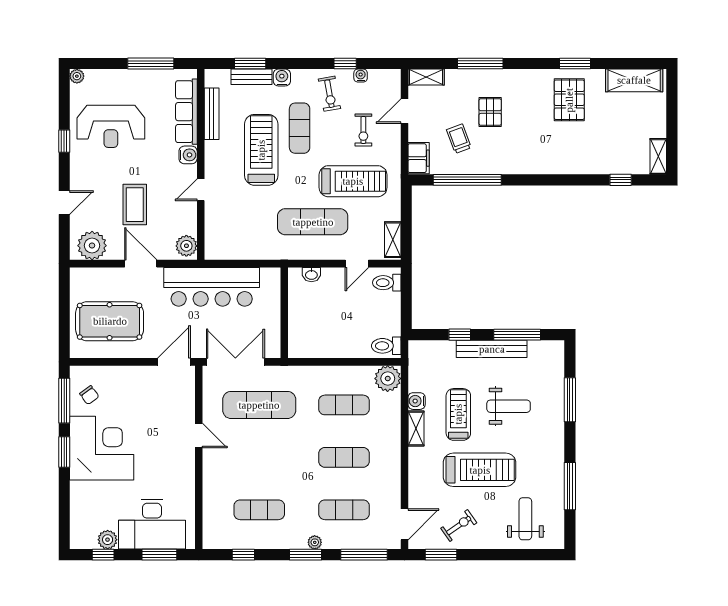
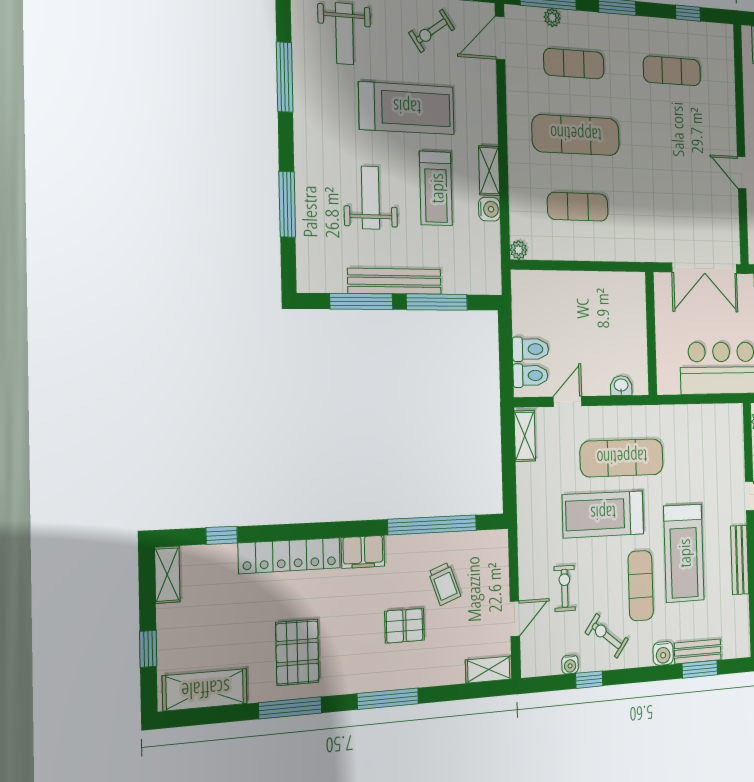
window: (480, 64) -> (388, 699), moved
window: (575, 64) -> (290, 708), width x1.44
exercise bike: (329, 94) -> (607, 636), turned -42
window: (672, 110) -> (148, 649), added
pallet: (490, 112) -> (405, 626), turned 90
bench: (212, 114) -> (740, 560), moved
filing cabinet: (419, 158) -> (363, 552), moved, turned -90
locker: (573, 164) -> (290, 556), added
treadmill: (353, 181) -> (603, 514), moved
window: (460, 335) -> (437, 302), width x2.17
toilet: (386, 346) -> (530, 349), moved
plant: (388, 379) -> (519, 250), width x0.53, depth x0.53
exercise mat: (259, 405) -> (676, 210), removed
weight bench: (509, 406) -> (370, 198), turned 90
exercise mat: (344, 457) -> (576, 135), width x1.36, depth x1.45
treadmill: (480, 470) -> (407, 108), turned 180
plant: (315, 542) -> (552, 18), moved

